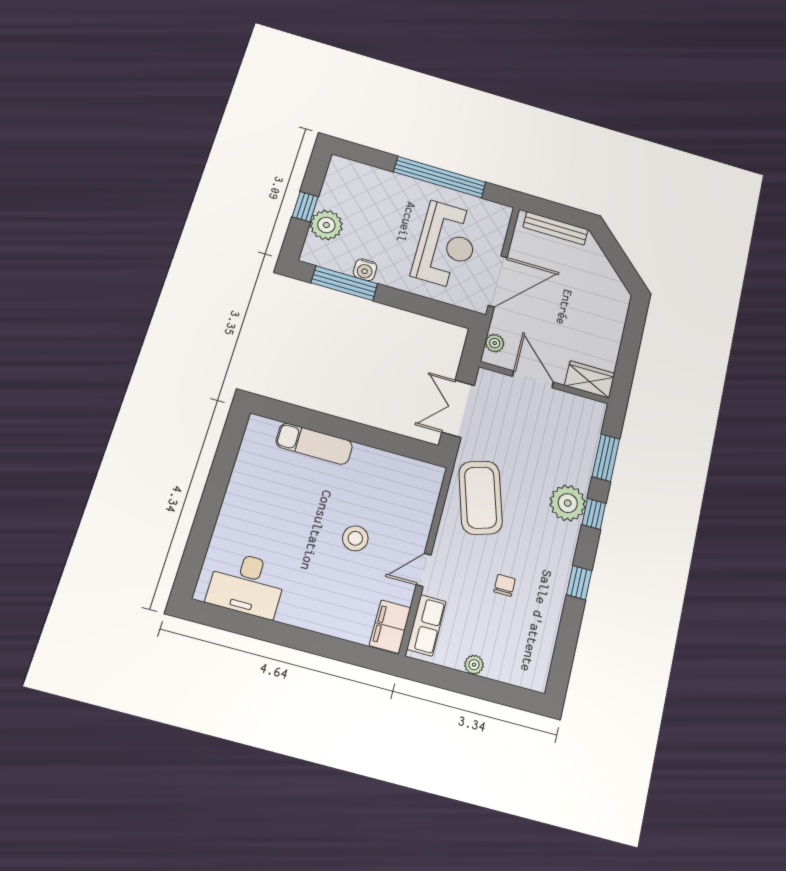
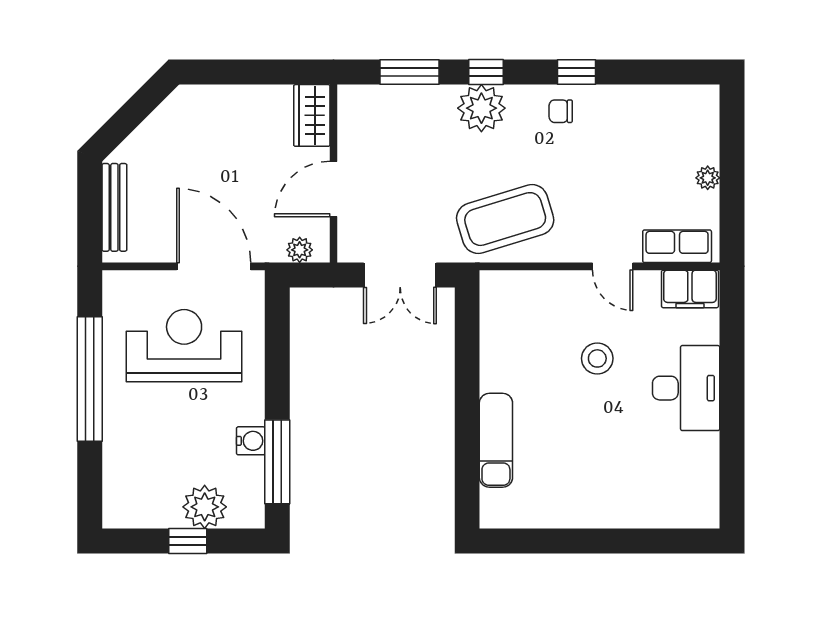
desk: (247, 584) -> (686, 388), moved
chair: (505, 585) -> (561, 111), moved

